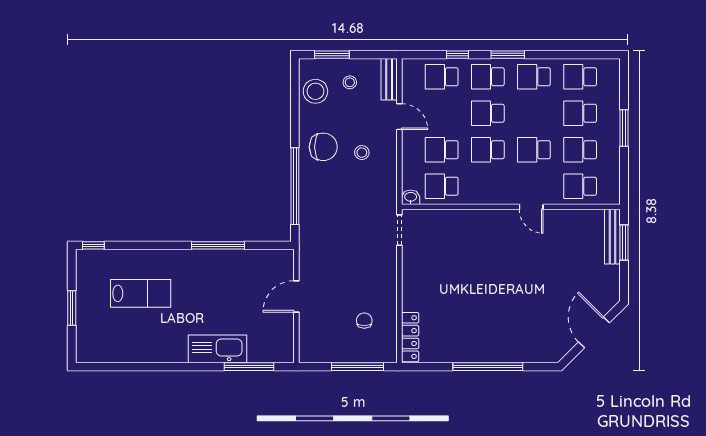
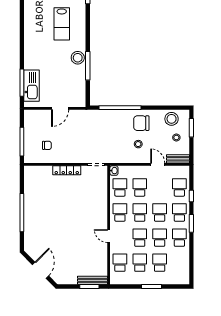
school desk: (580, 77) -> (160, 238), moved
door: (399, 117) -> (158, 164), swing flipped
chair: (323, 147) -> (141, 123), turned 90
school desk: (488, 186) -> (120, 213), added
door: (531, 207) -> (109, 236), hinge flipped
stool: (203, 264) -> (78, 58), added
door: (296, 296) -> (60, 108), swing flipped
door: (594, 332) -> (40, 270), hinge flipped
locker: (410, 337) -> (67, 170), moved
kitchen sink: (217, 349) -> (32, 86), moved

